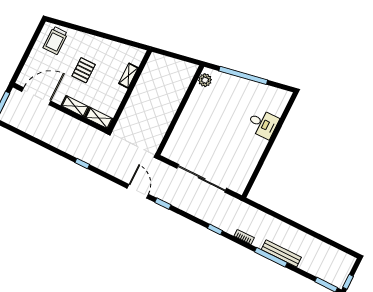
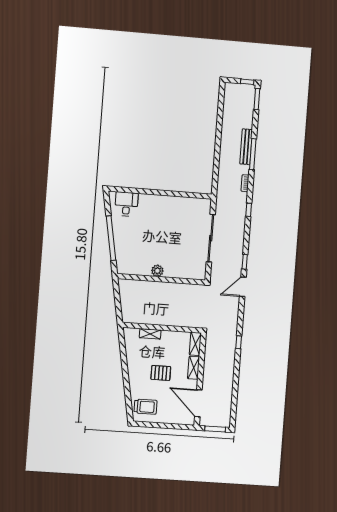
plant: (205, 80) -> (157, 271), moved
desk: (263, 124) -> (126, 204), moved

